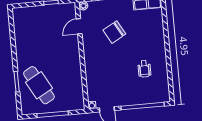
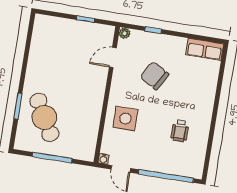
chair: (114, 32) -> (155, 76), turned 59
side table: (101, 70) -> (125, 119), added

